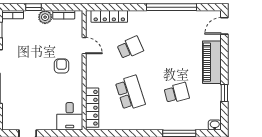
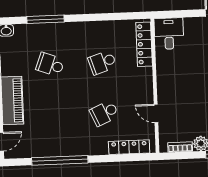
armchair: (61, 66) -> (180, 90), removed
school desk: (130, 93) -> (102, 62), width x0.54
school desk: (177, 93) -> (50, 65), turned 36

